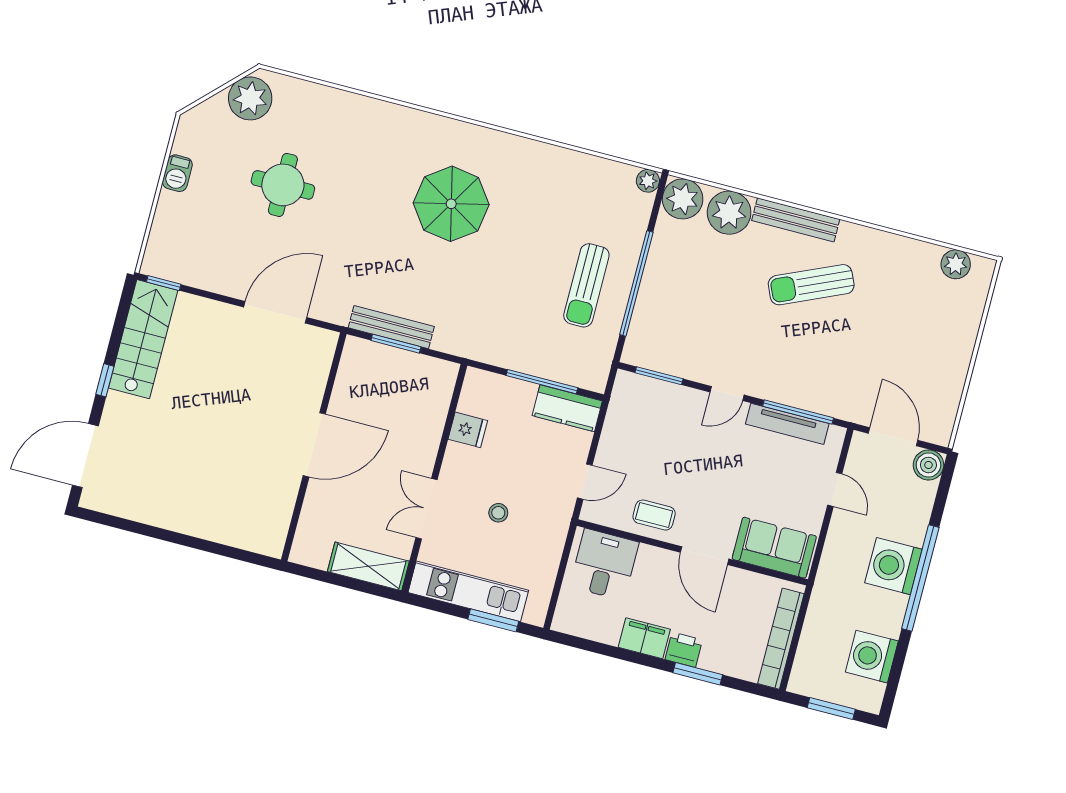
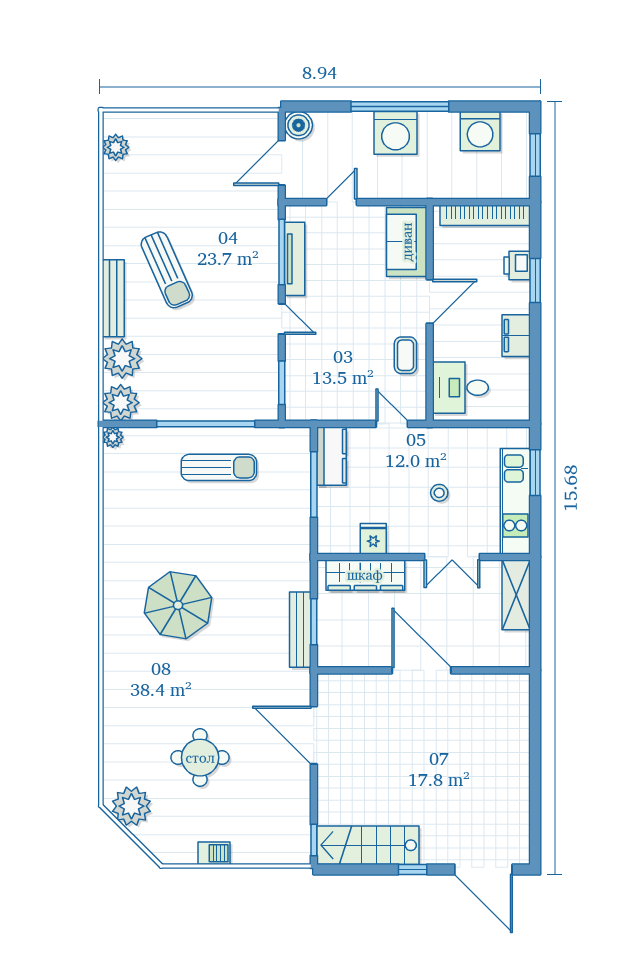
wardrobe: (431, 411) -> (365, 575), added
printer: (684, 650) -> (517, 266), moved

